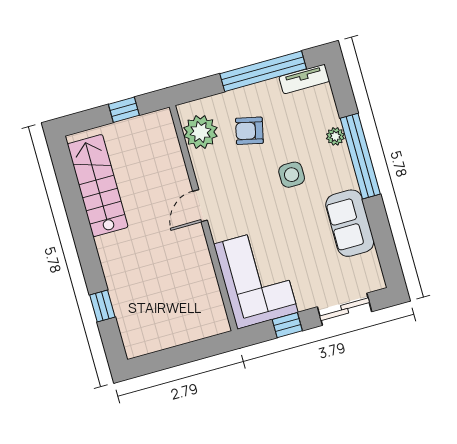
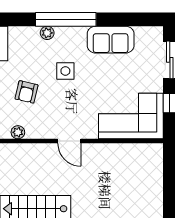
plant: (200, 132) -> (18, 132), width x0.53, depth x0.53

